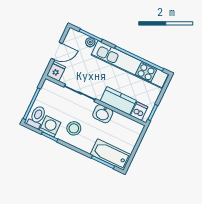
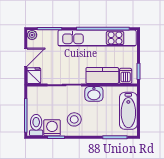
plant: (90, 42) -> (32, 35), moved
bathtub: (111, 155) -> (128, 111), moved, turned -90

